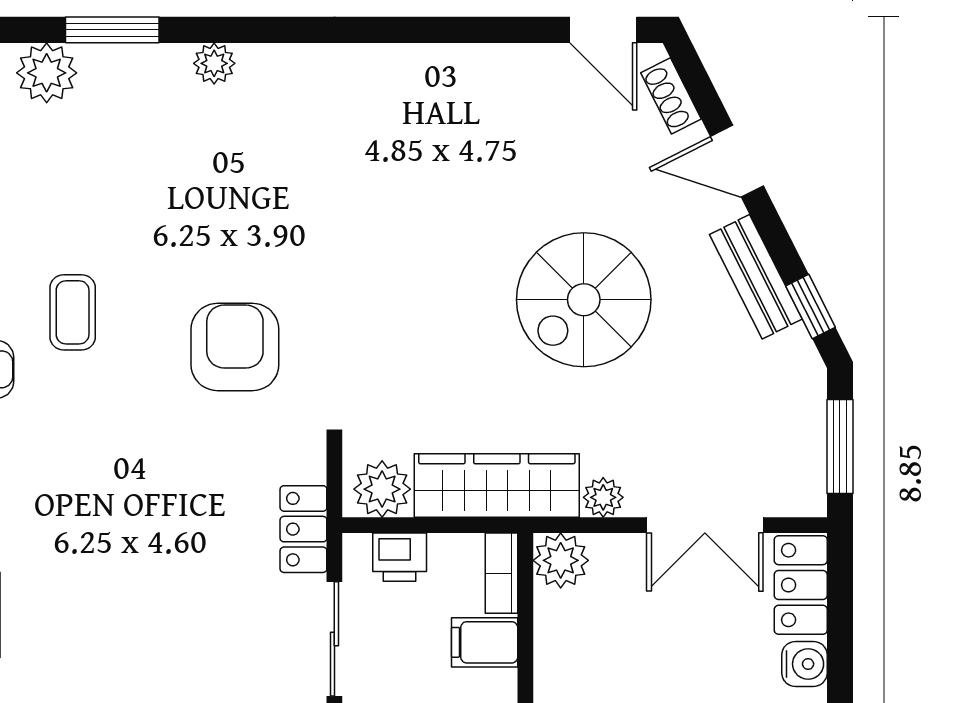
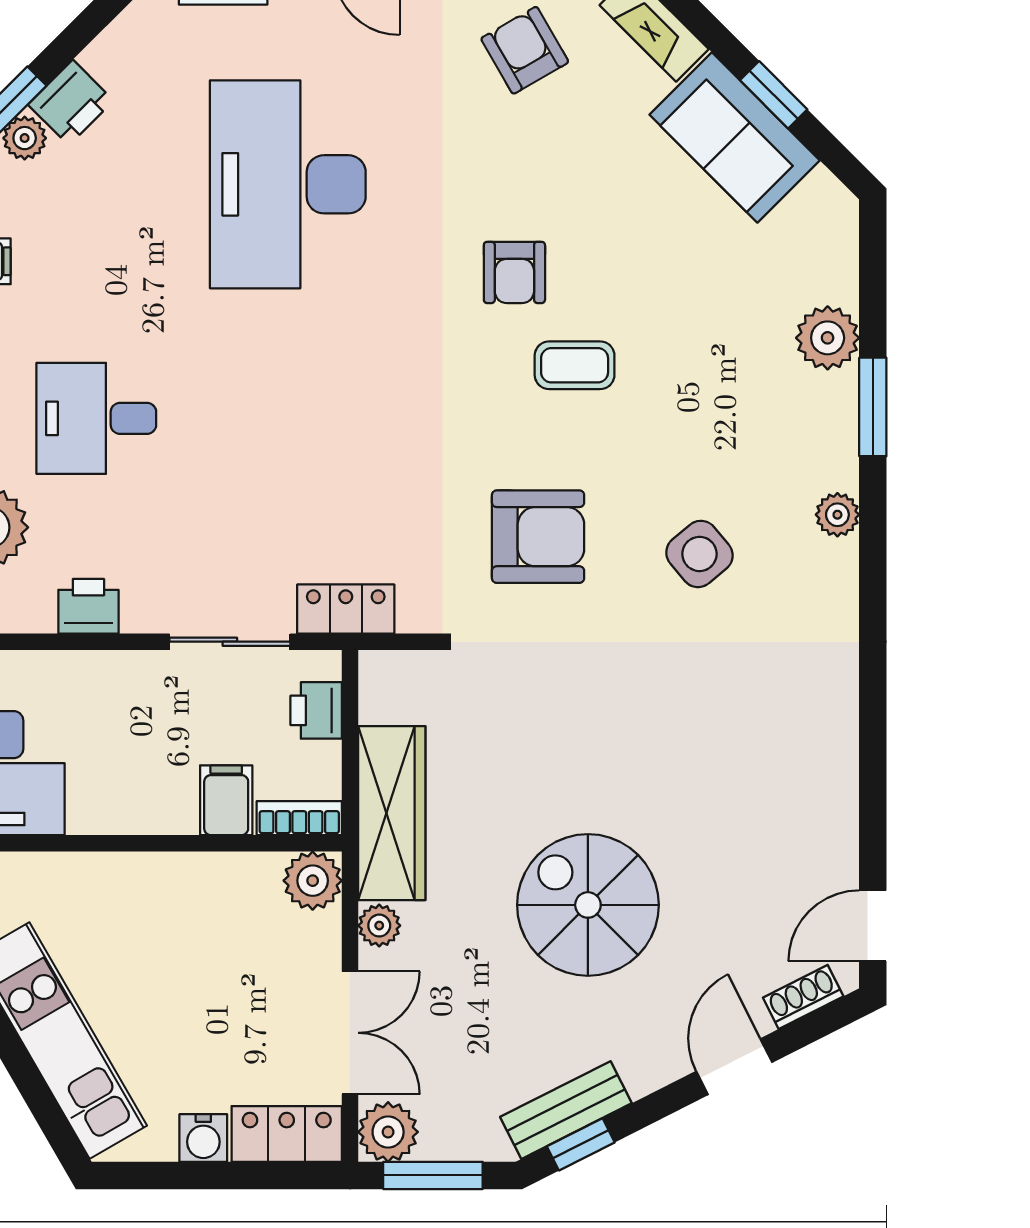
side table: (251, 194) -> (699, 554), added
bench: (756, 277) -> (566, 1110), moved
plant: (382, 489) -> (388, 1132), moved
double door: (705, 525) -> (350, 1033), swing flipped

